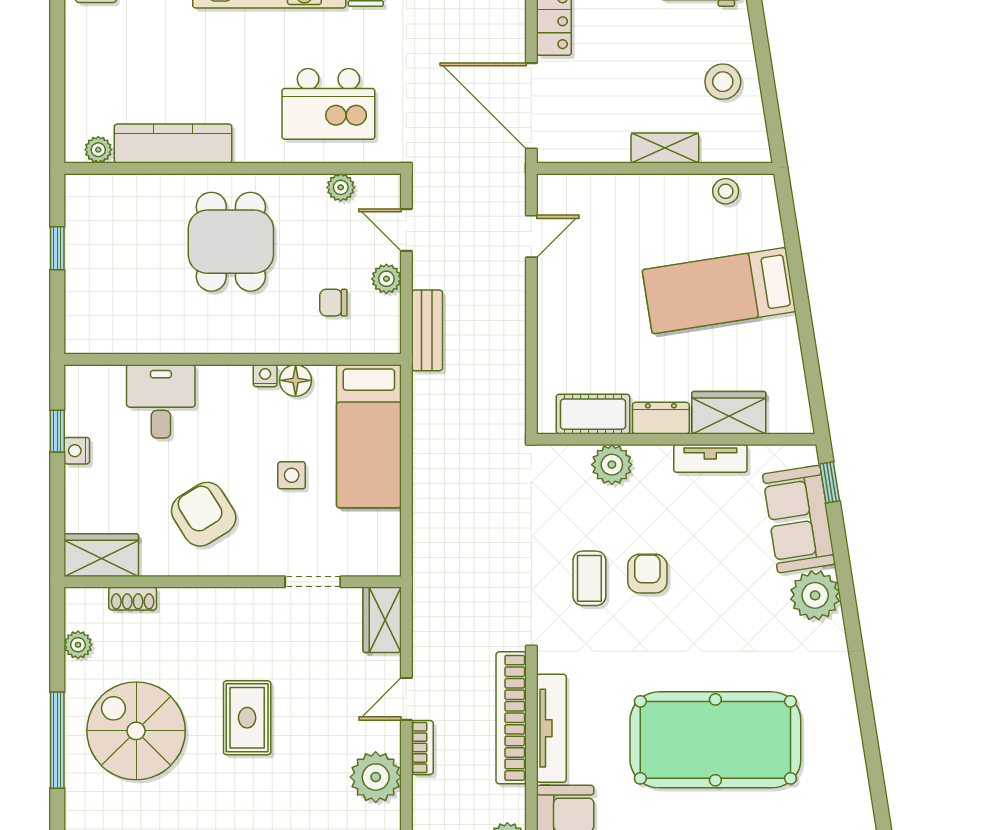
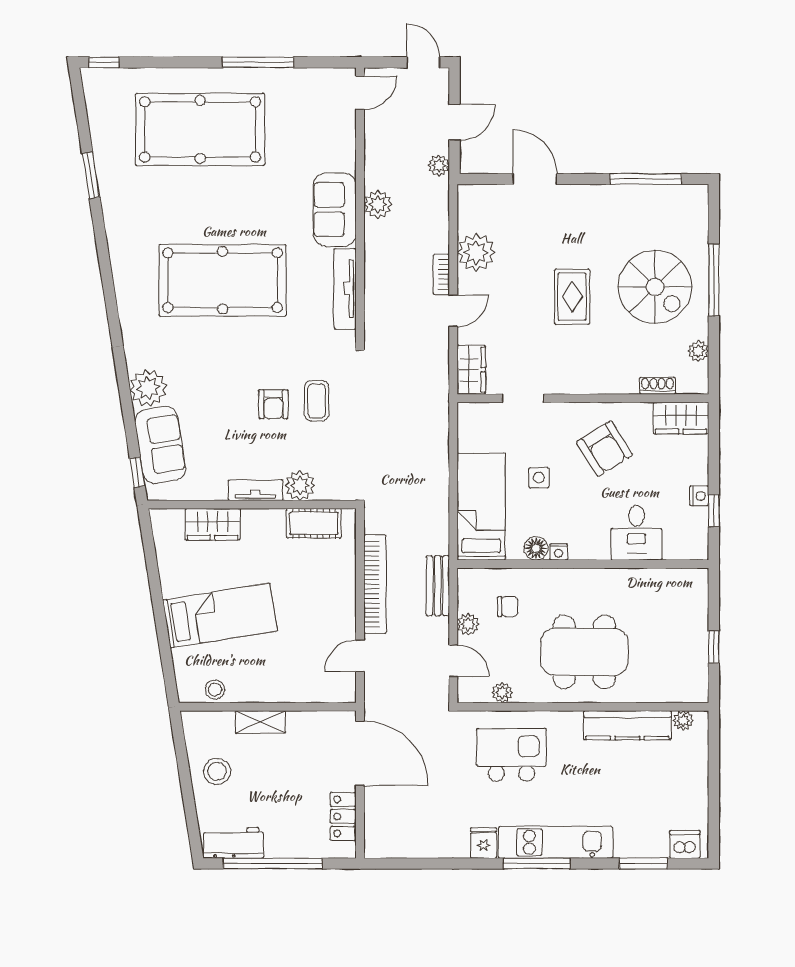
dining table: (231, 242) -> (584, 652), width x1.38
dresser: (661, 418) -> (263, 520), removed
tv unit: (710, 458) -> (255, 490), moved
bookcase: (511, 718) -> (375, 584), moved

